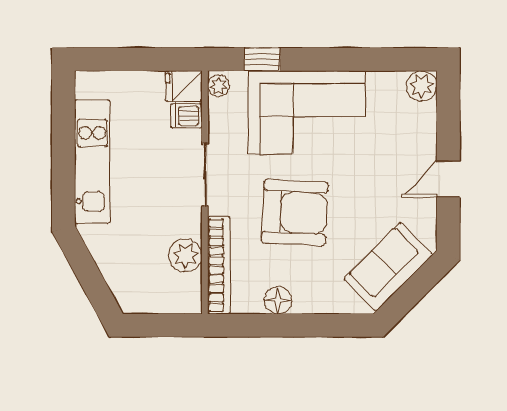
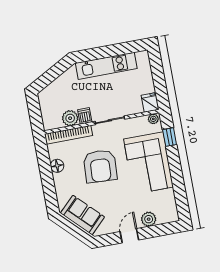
plant: (422, 86) -> (149, 219), moved
dishwasher: (186, 116) -> (85, 116), moved
door: (448, 179) -> (129, 236), hinge flipped

